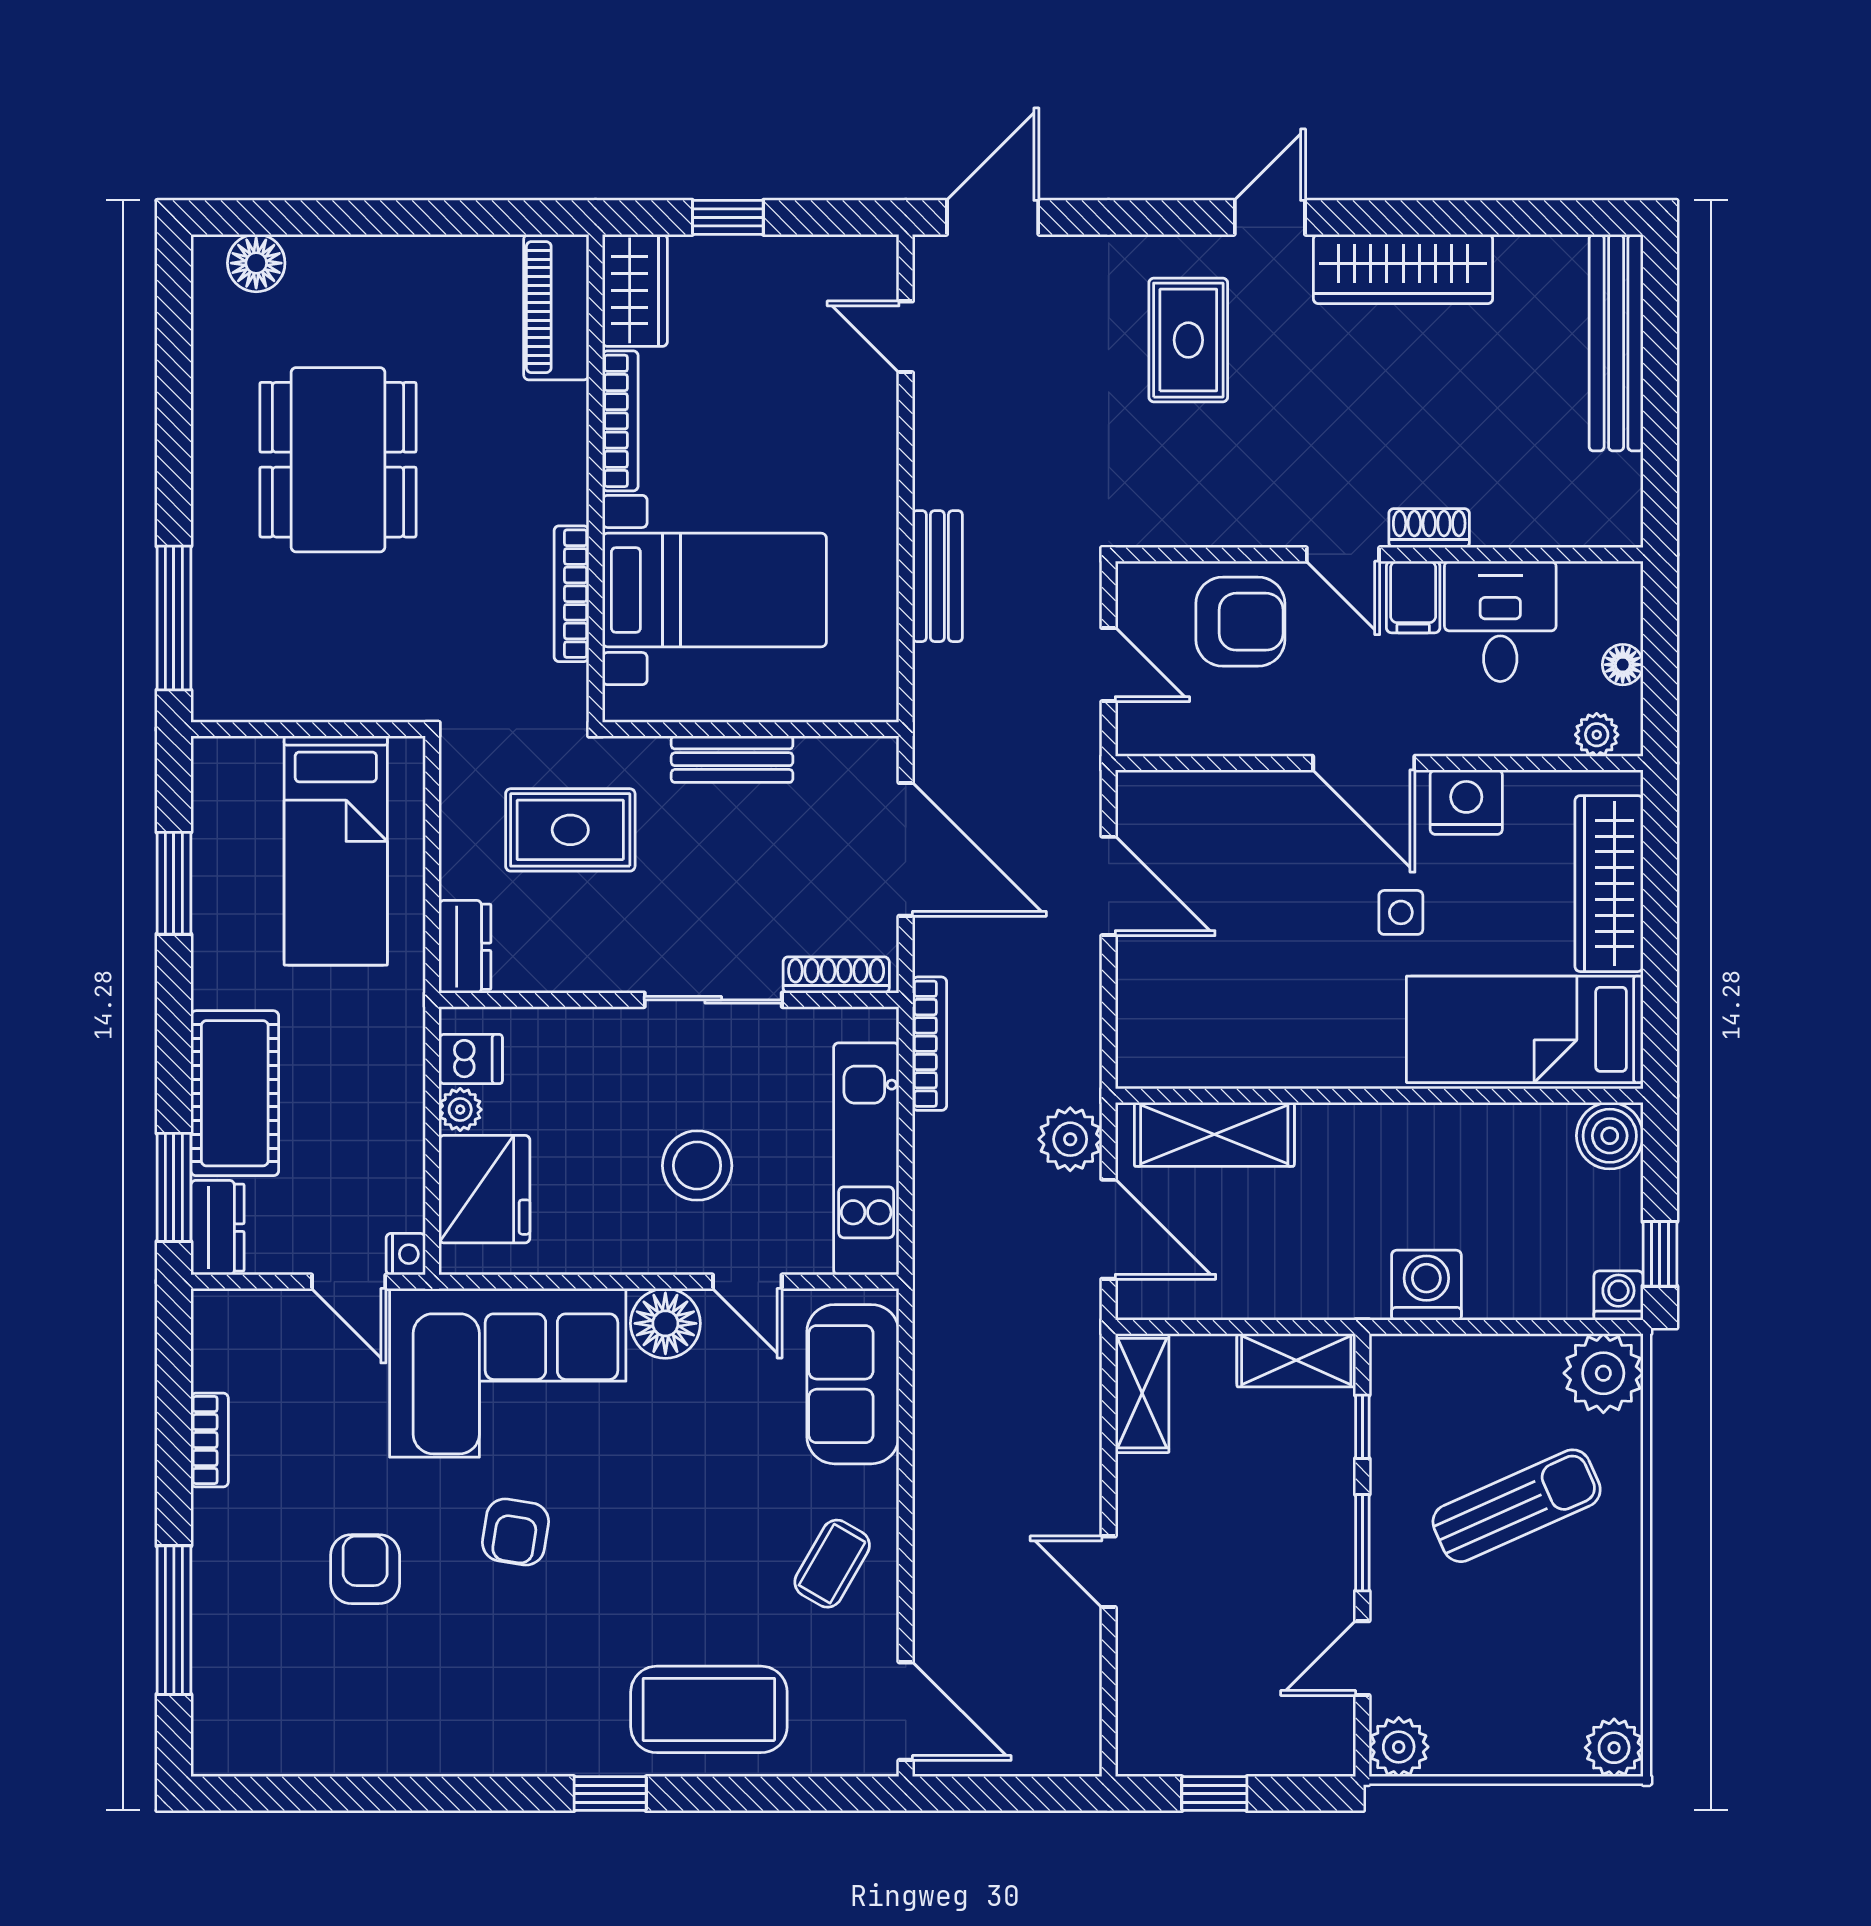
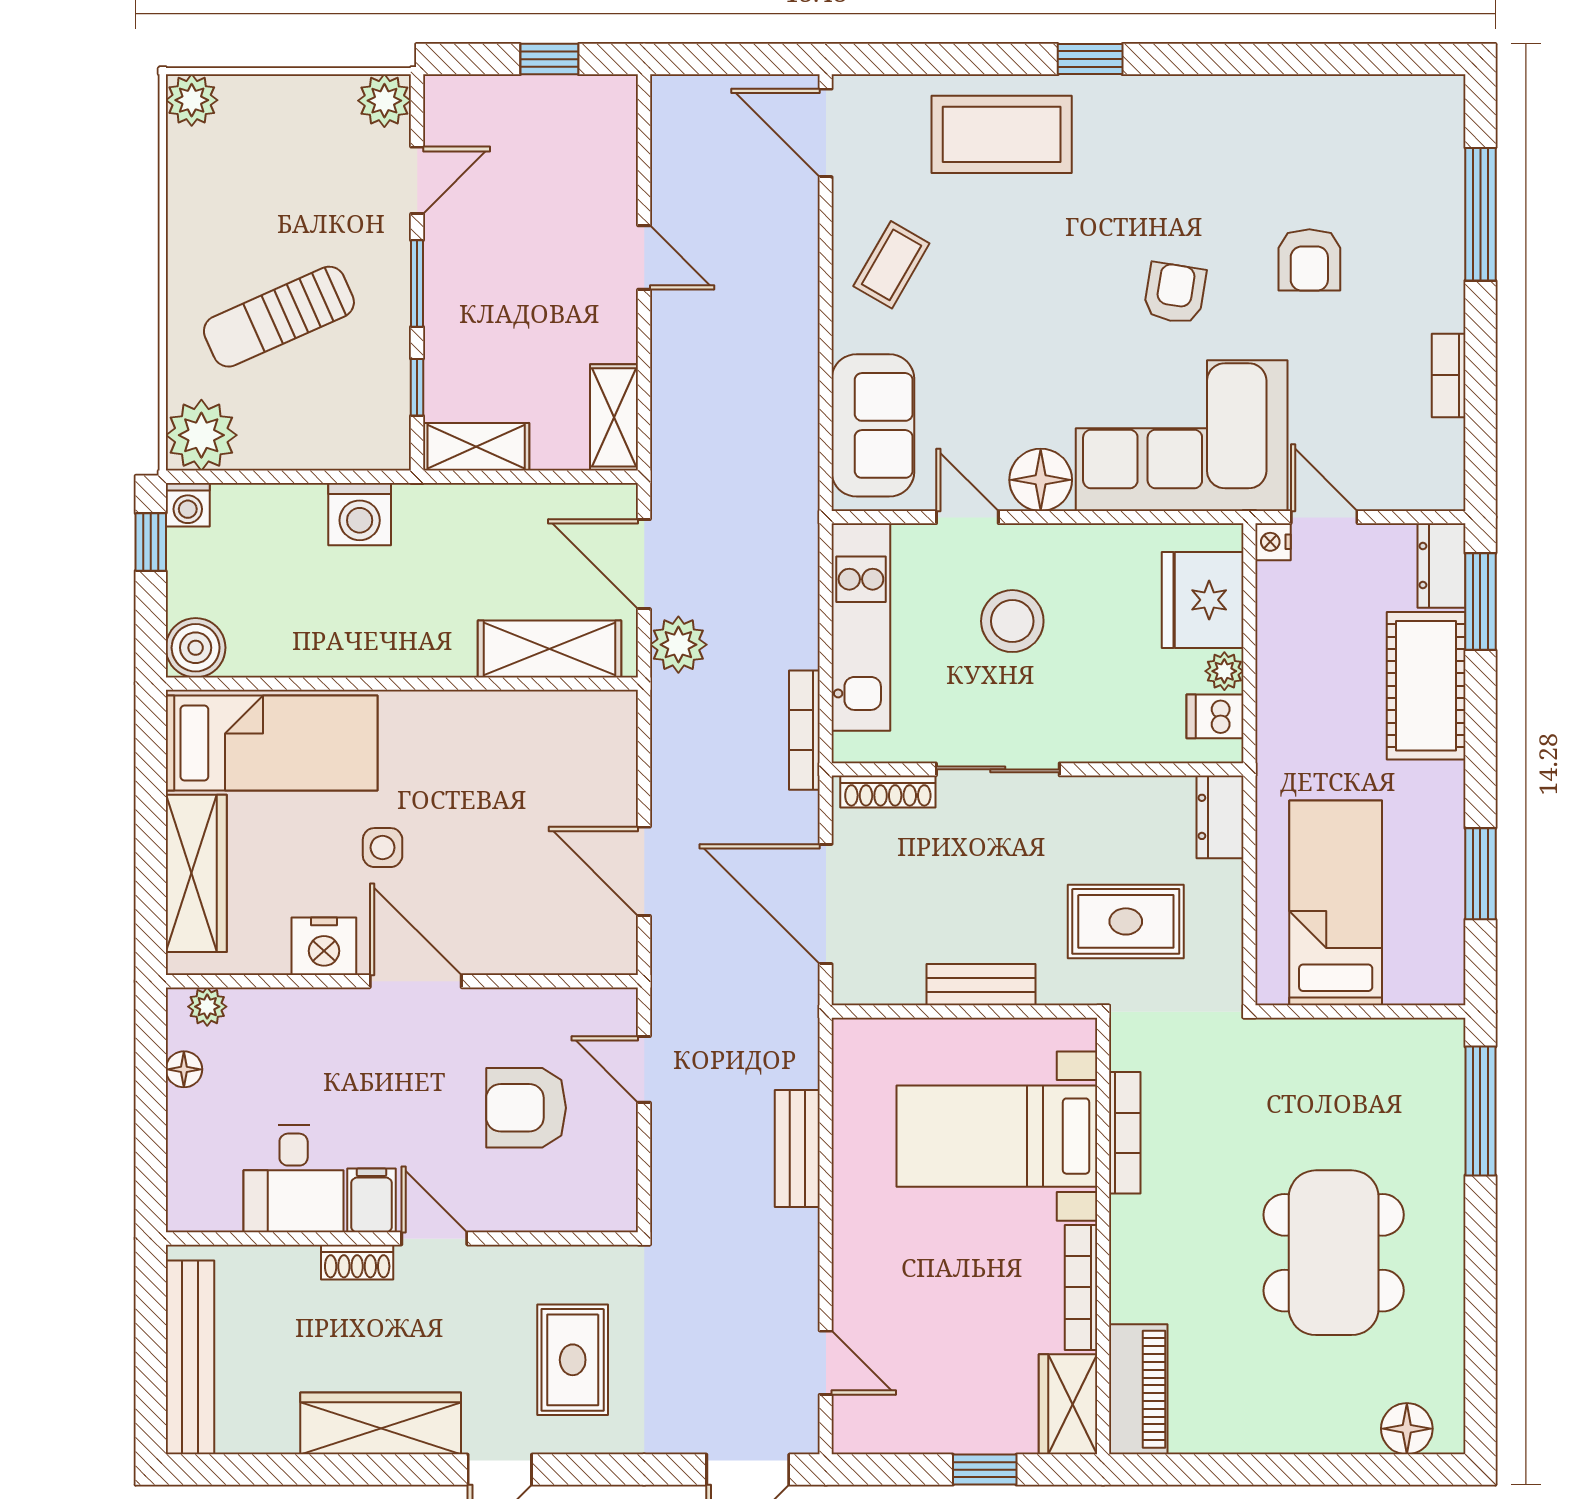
shoe rack: (1429, 528) -> (357, 1262), moved
door: (1343, 554) -> (434, 1239), moved
wall: (1379, 554) -> (402, 1239), moved
filing cabinet: (1413, 597) -> (372, 1200), moved
desk: (1500, 621) -> (294, 1179), moved

